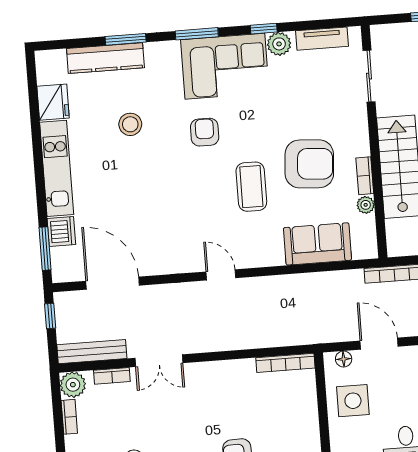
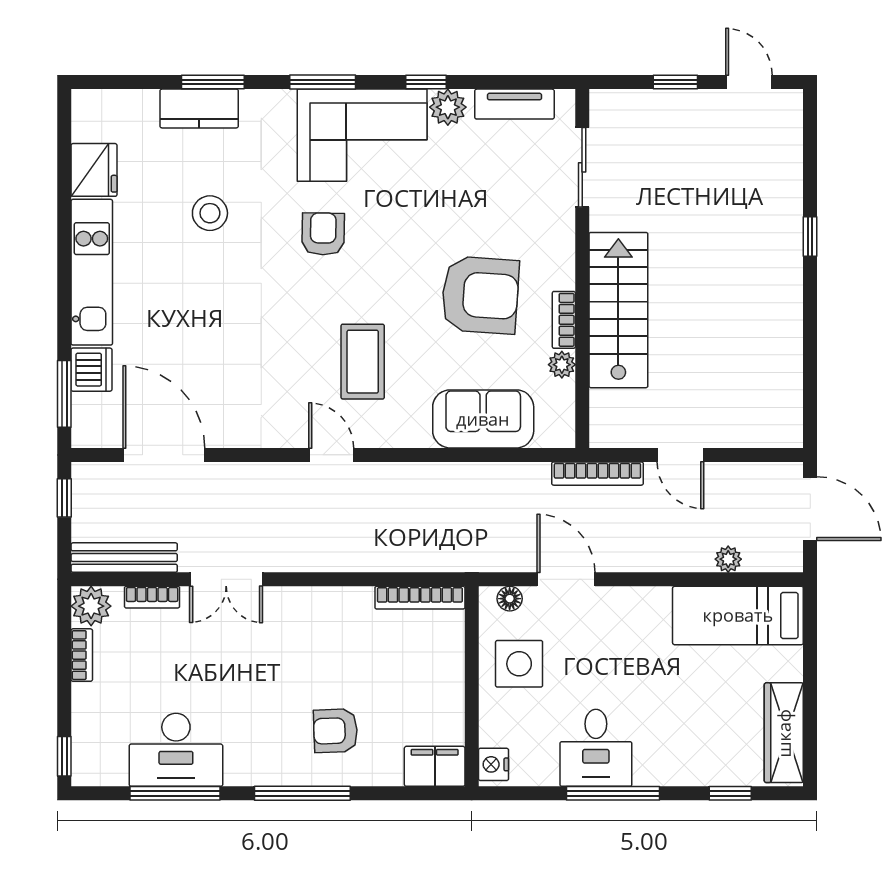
kitchen counter: (105, 58) -> (199, 109), width x0.67
coffee table: (251, 187) -> (363, 362), moved

